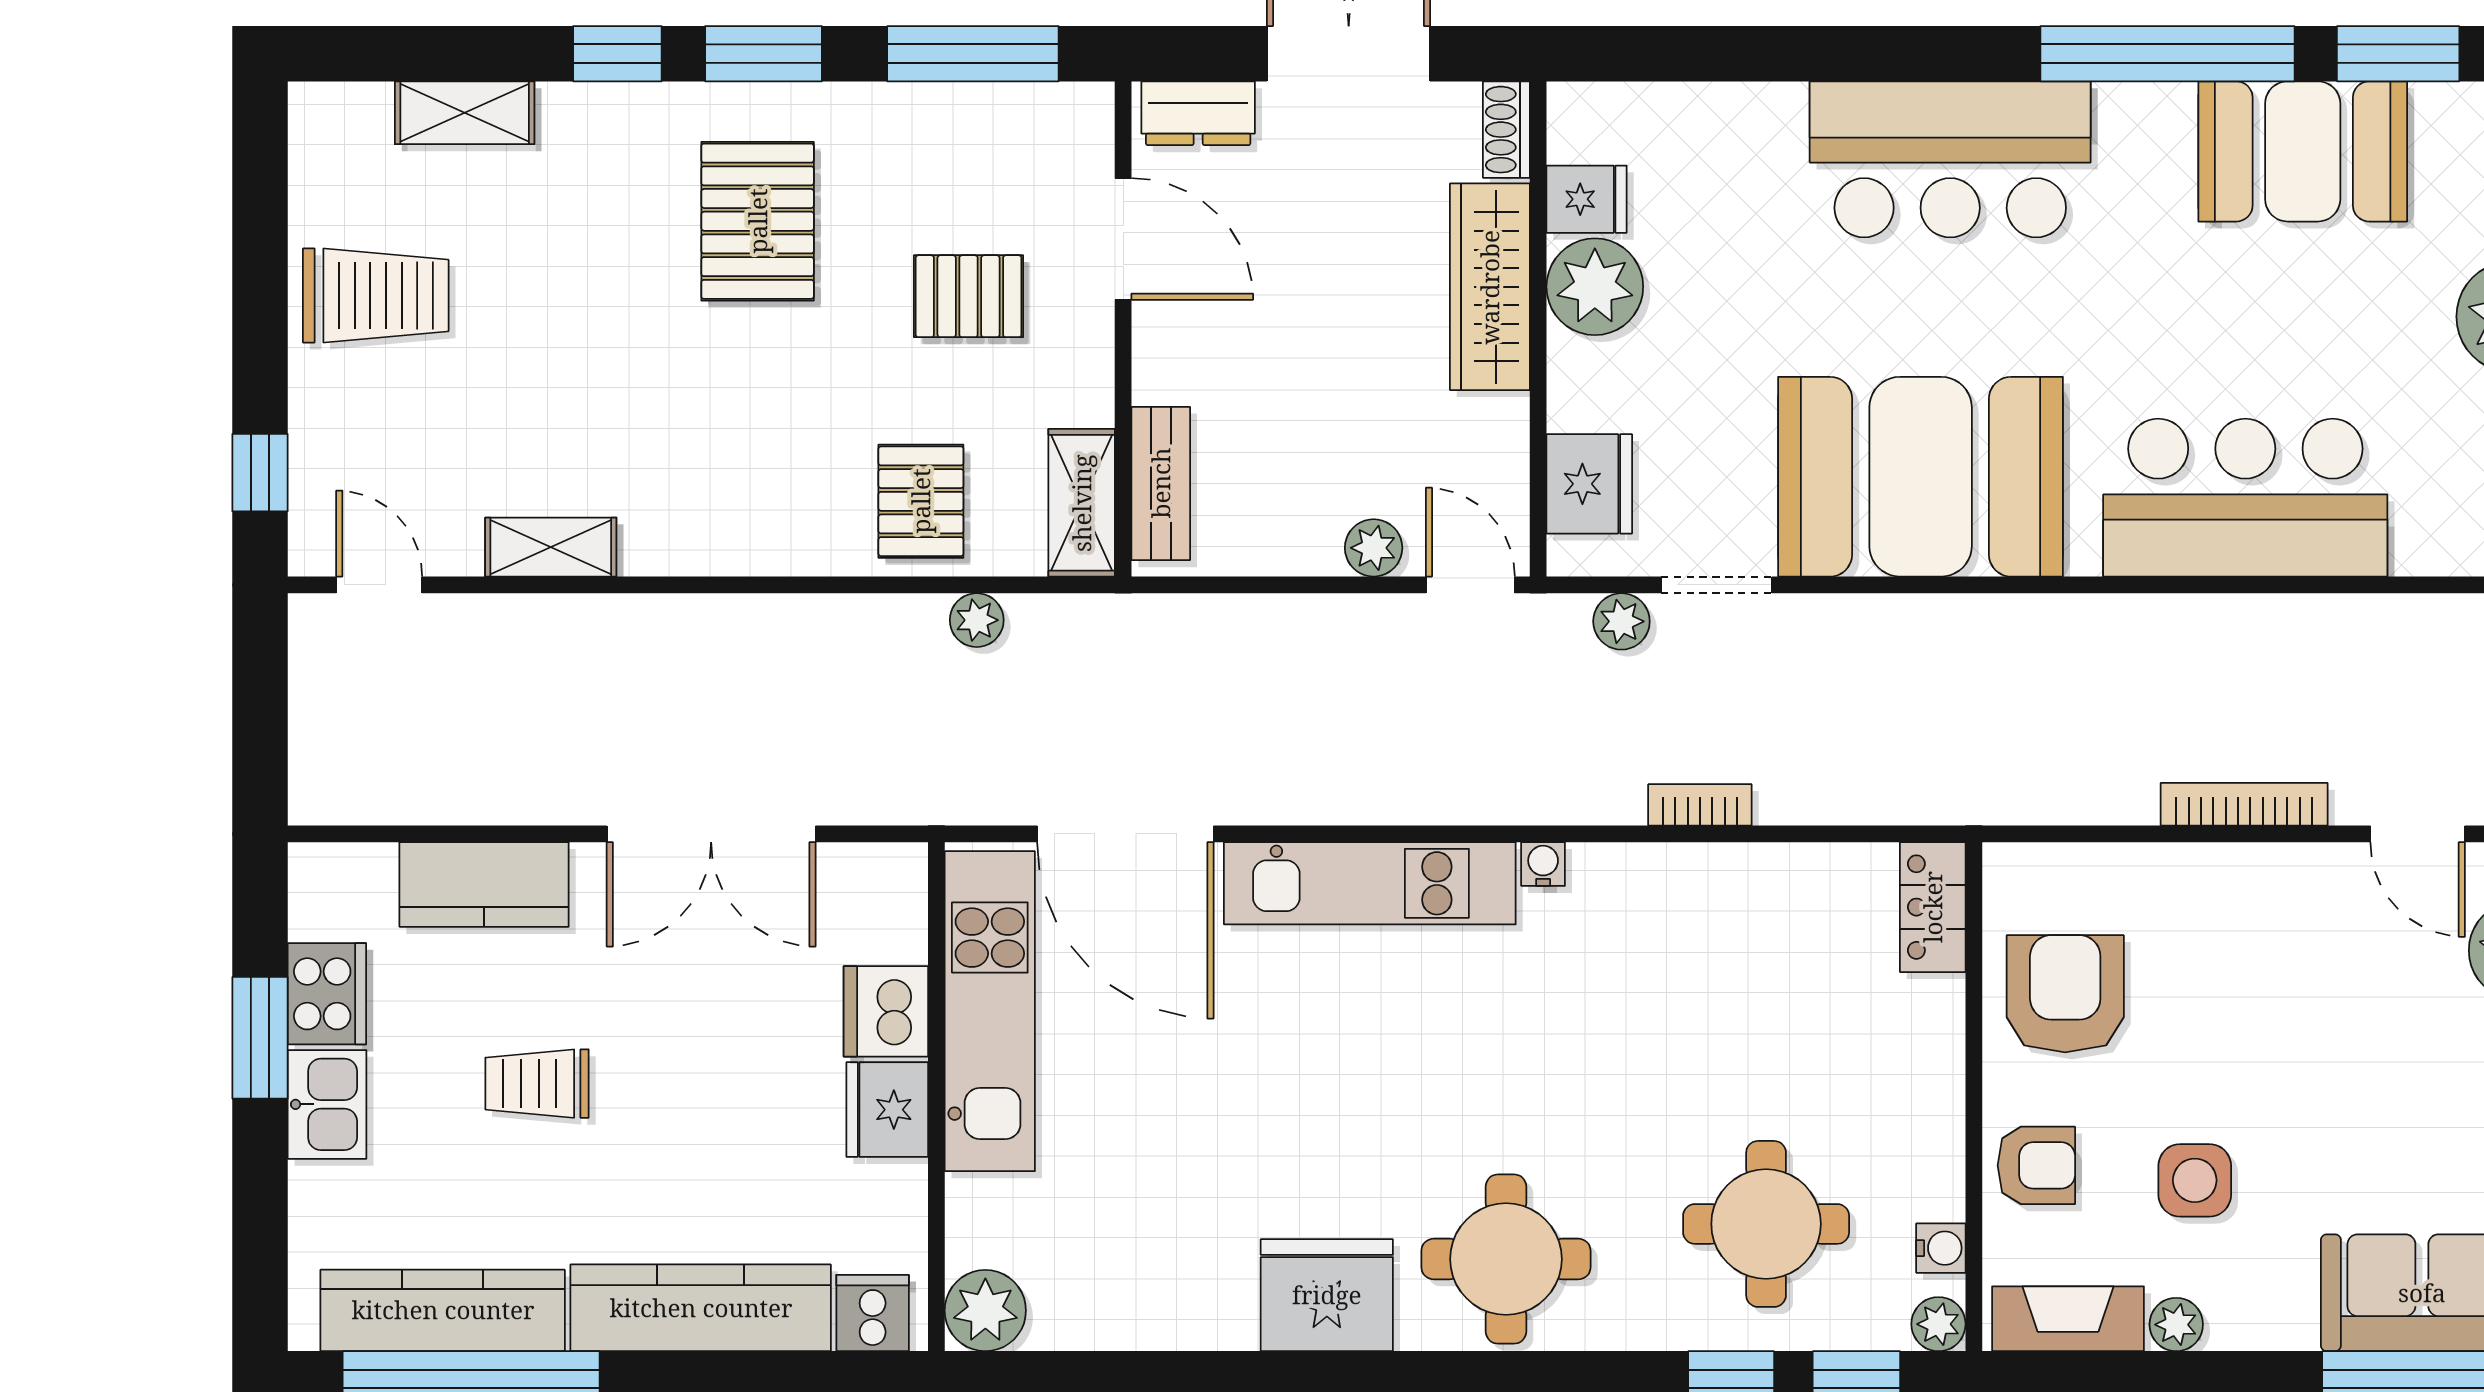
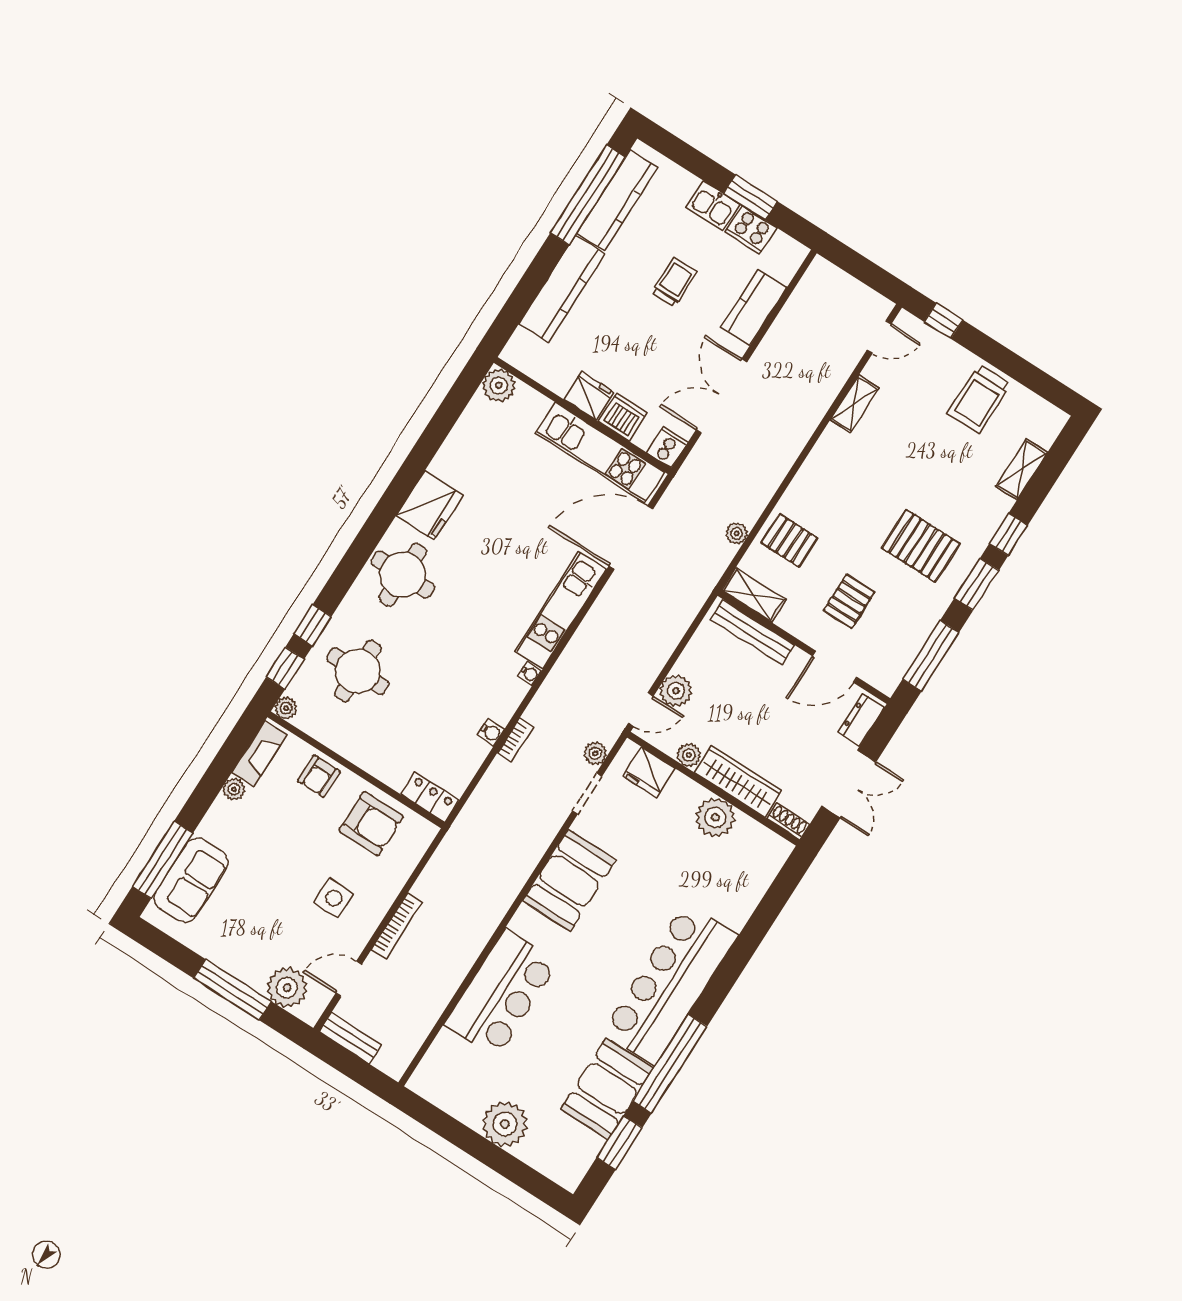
bar counter: (1950, 159) -> (670, 984), width x1.36
fridge: (1587, 199) -> (747, 834), removed
plant: (1501, 424) -> (689, 755), added
booth: (1921, 477) -> (569, 881), width x0.73, depth x0.70
bench: (1161, 483) -> (753, 632), width x1.36
plant: (1374, 548) -> (676, 691), width x1.38, depth x1.38
side table: (2195, 1180) -> (334, 898), moved
water cooler: (1941, 1248) -> (491, 732), moved, turned -90
cooker: (873, 1313) -> (667, 447), moved, turned -90

